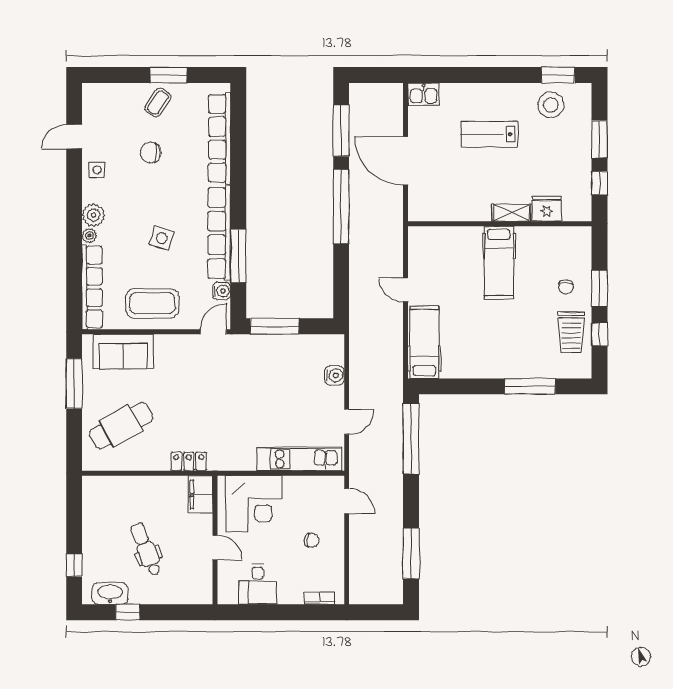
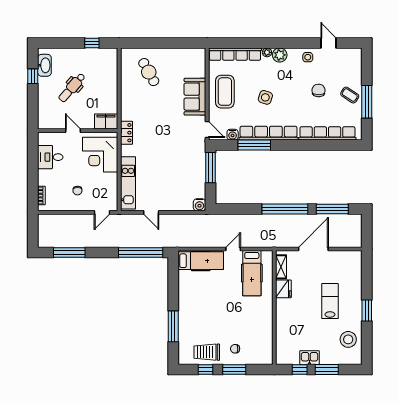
window: (169, 75) -> (367, 102), width x1.44
window: (558, 75) -> (367, 310), moved
kitchen sink: (424, 94) -> (309, 358), moved, turned 90
fridge: (547, 209) -> (283, 289), moved
shelving: (511, 213) -> (281, 267), moved
hospital bed: (499, 263) -> (252, 273), moved, turned -90
sofa: (123, 351) -> (195, 97), moved
water cooler: (334, 375) -> (200, 205), moved
window: (74, 384) -> (175, 43), removed
cafe table: (121, 426) -> (149, 72), width x0.73, depth x0.74
locker: (189, 461) -> (127, 133), moved
door: (215, 548) -> (73, 131), swing flipped
dental chair: (146, 549) -> (72, 88), turned 153
window: (74, 565) -> (92, 43), moved

